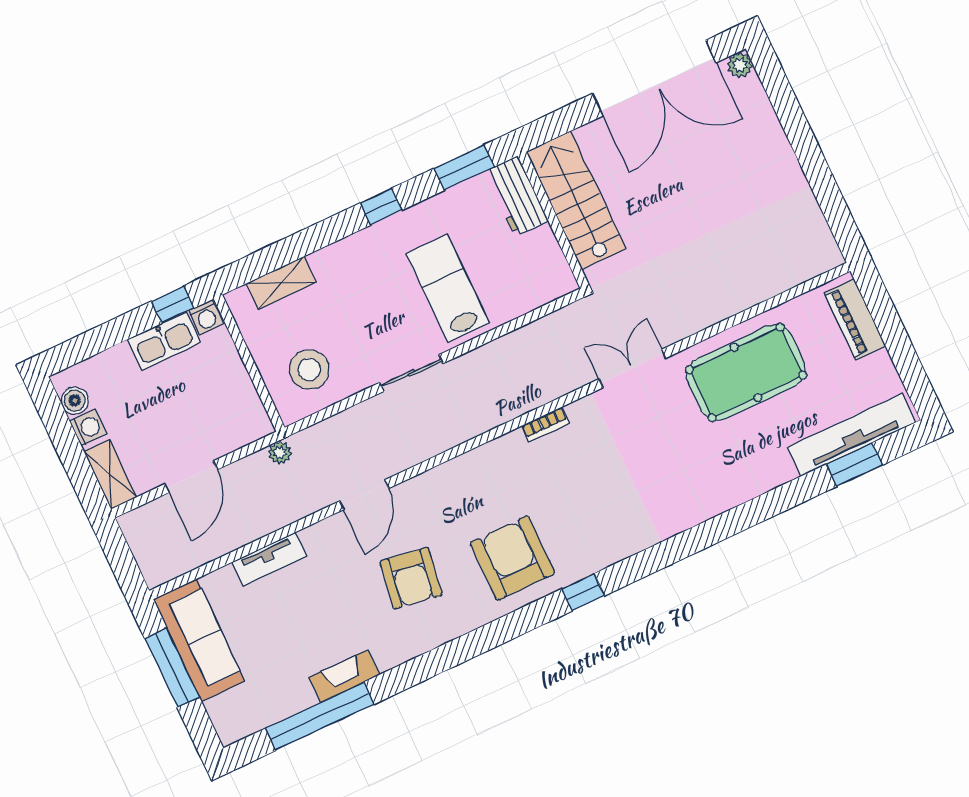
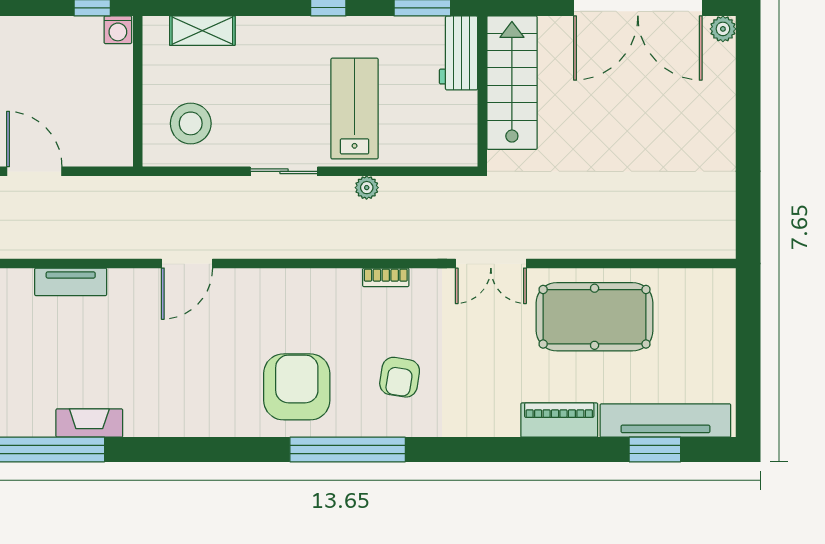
piano: (855, 319) -> (559, 420), moved, turned 90
kitchen sink: (164, 341) -> (68, 34), removed
double door: (632, 369) -> (491, 264), swing flipped
plant: (280, 453) -> (367, 188), moved
door: (191, 477) -> (34, 171), swing flipped
armchair: (411, 578) -> (400, 377), moved, width x0.72, depth x0.72
window: (583, 592) -> (348, 450), width x3.17

